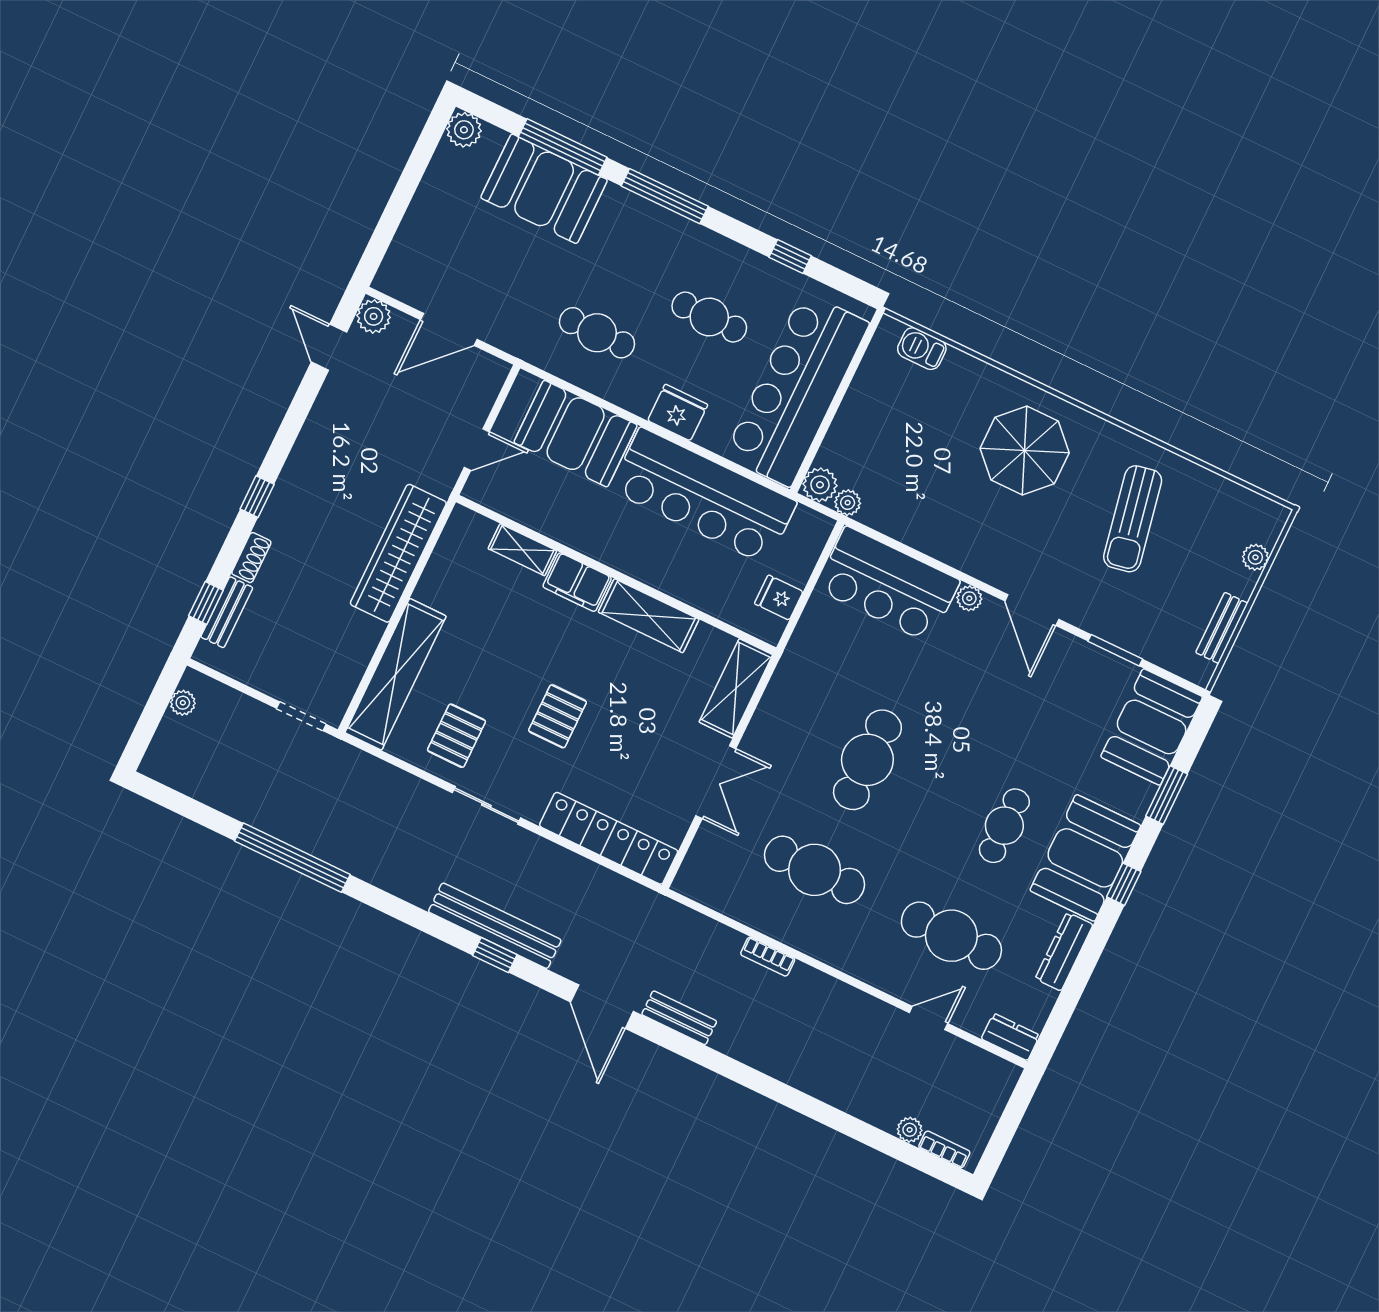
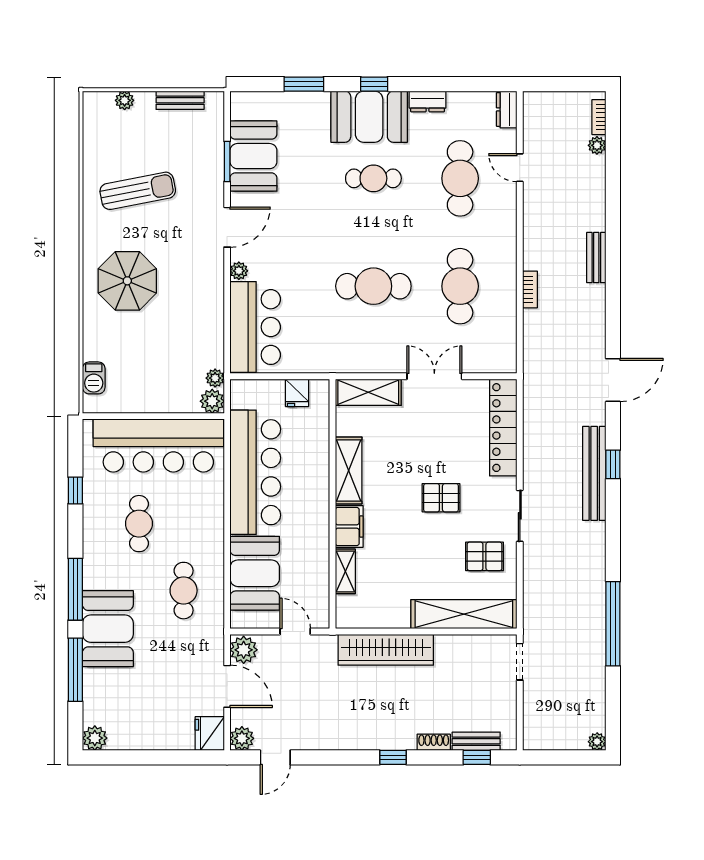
booth: (544, 189) -> (108, 629), moved
plant: (485, 373) -> (244, 650), added
fridge: (678, 412) -> (210, 734), moved
plant: (183, 703) -> (597, 742), moved
booth: (1152, 727) -> (253, 156), moved, turned 90
dresser: (1064, 952) -> (428, 101), width x0.70
bench: (679, 1018) -> (596, 258), moved

